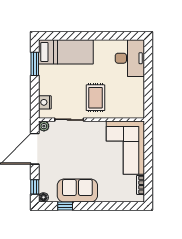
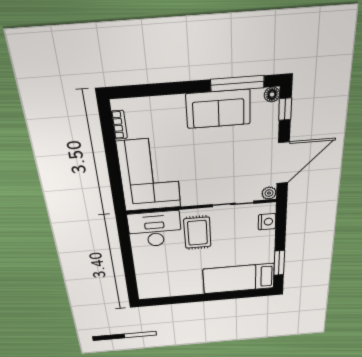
desk: (130, 58) -> (155, 229), moved, turned 90
window: (65, 206) -> (237, 83), width x2.17

